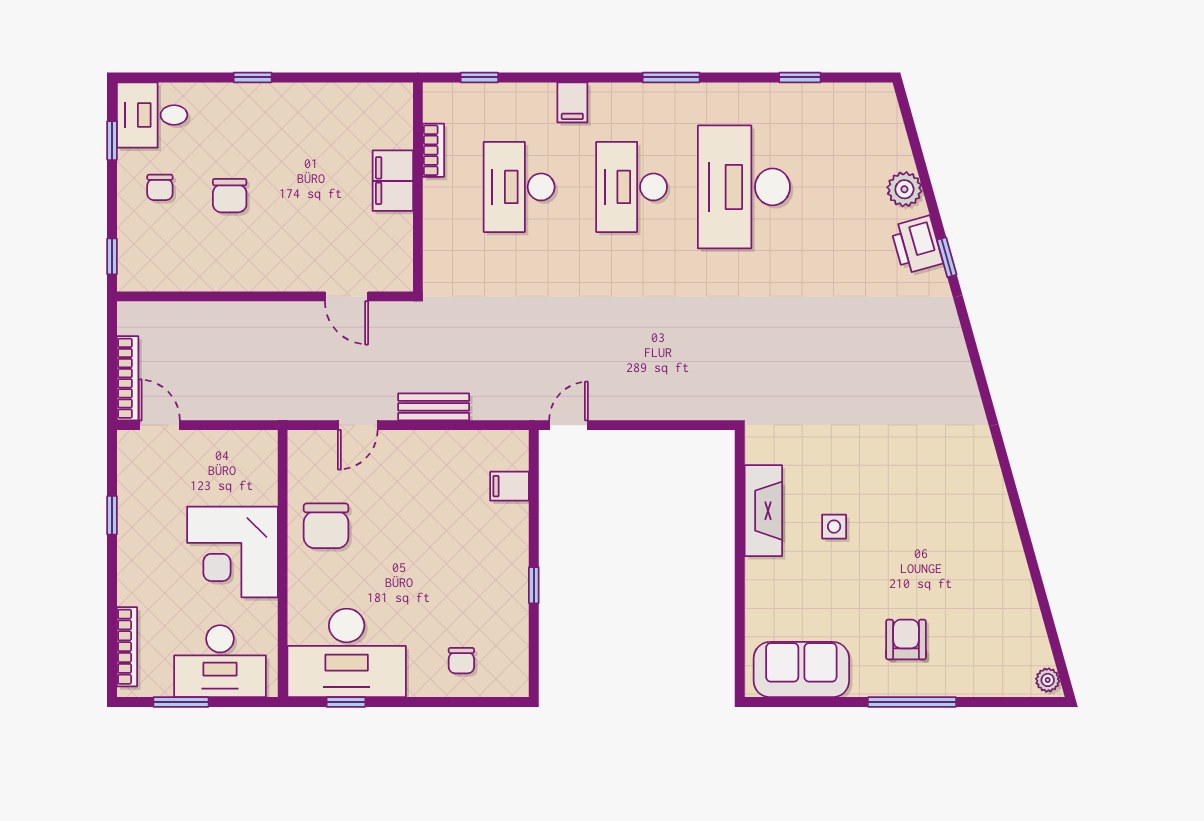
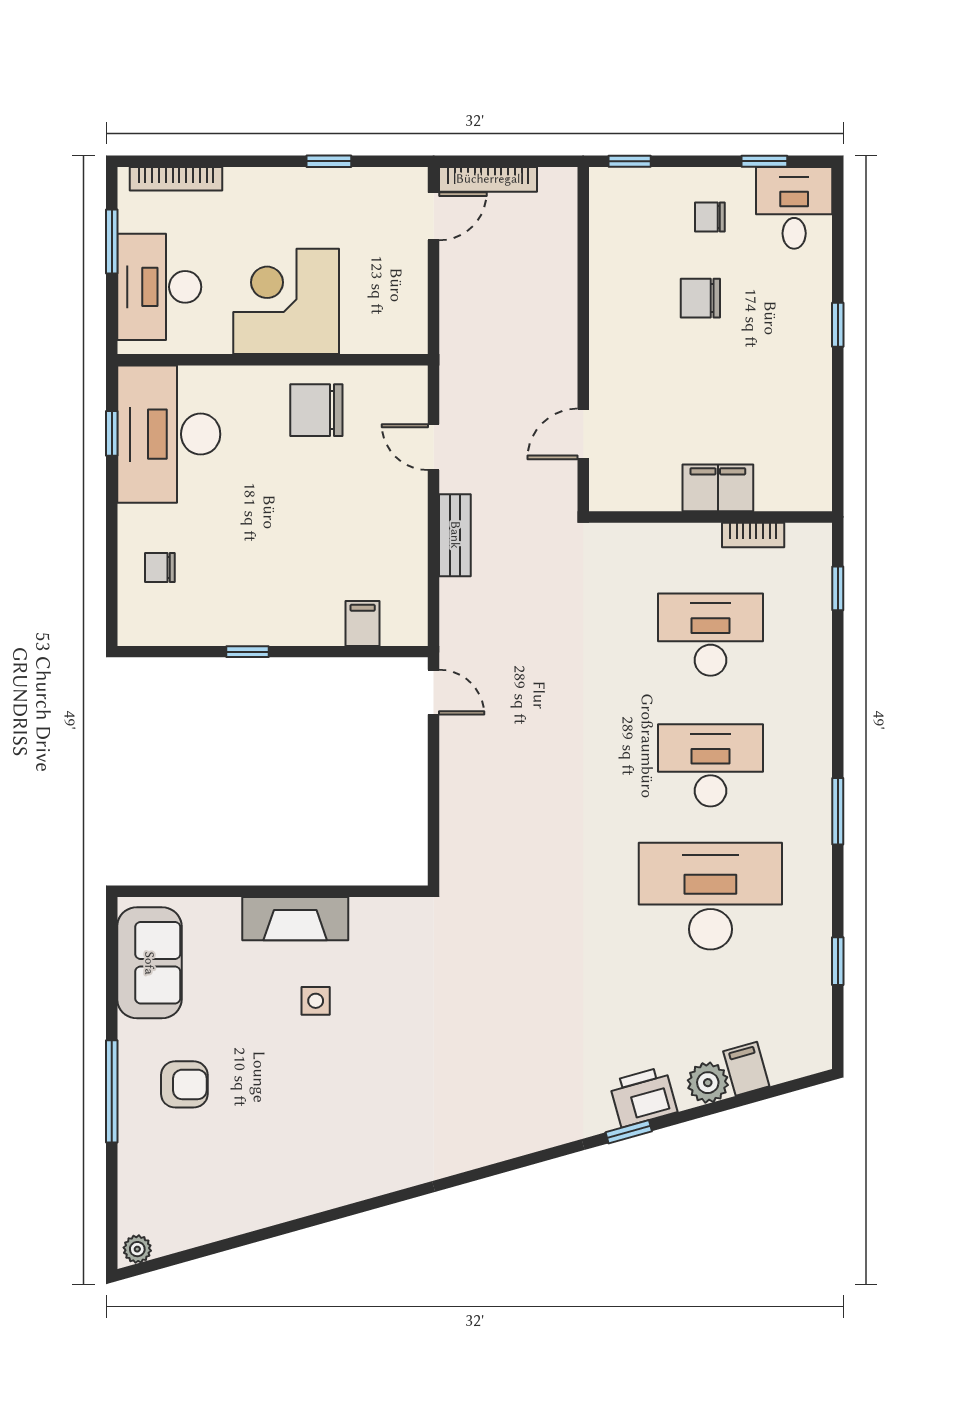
filing cabinet: (572, 102) -> (746, 1069), moved, turned 74
fireplace: (763, 511) -> (295, 919), moved

